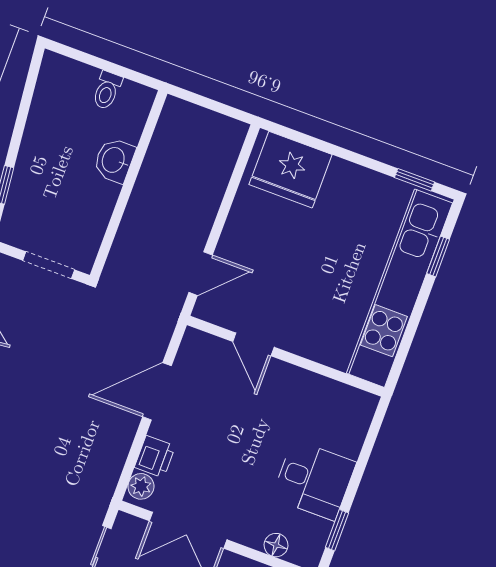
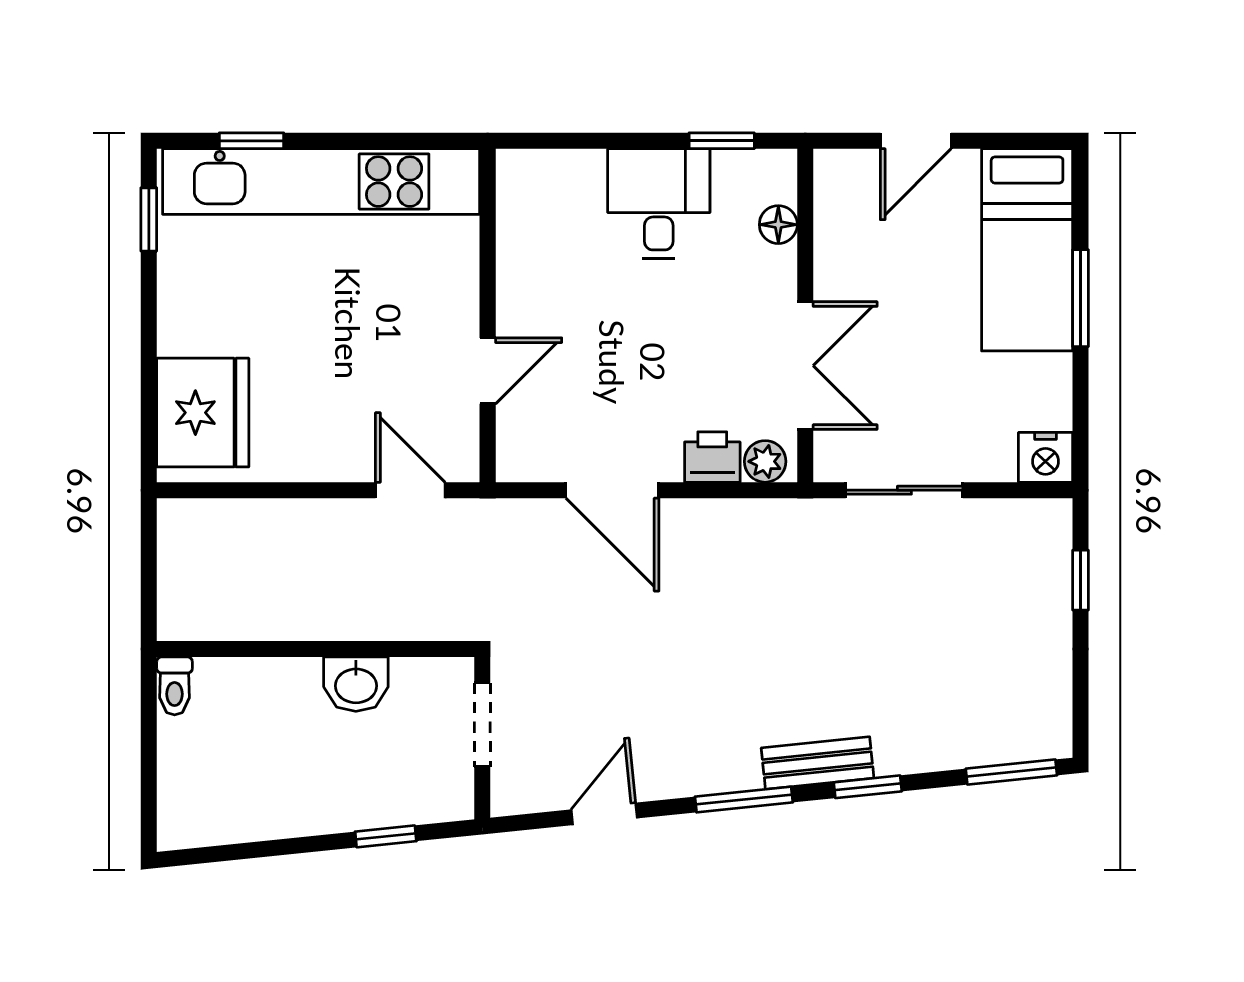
toilet: (107, 90) -> (175, 686), moved, turned 90
washbasin: (114, 160) -> (356, 684), moved

